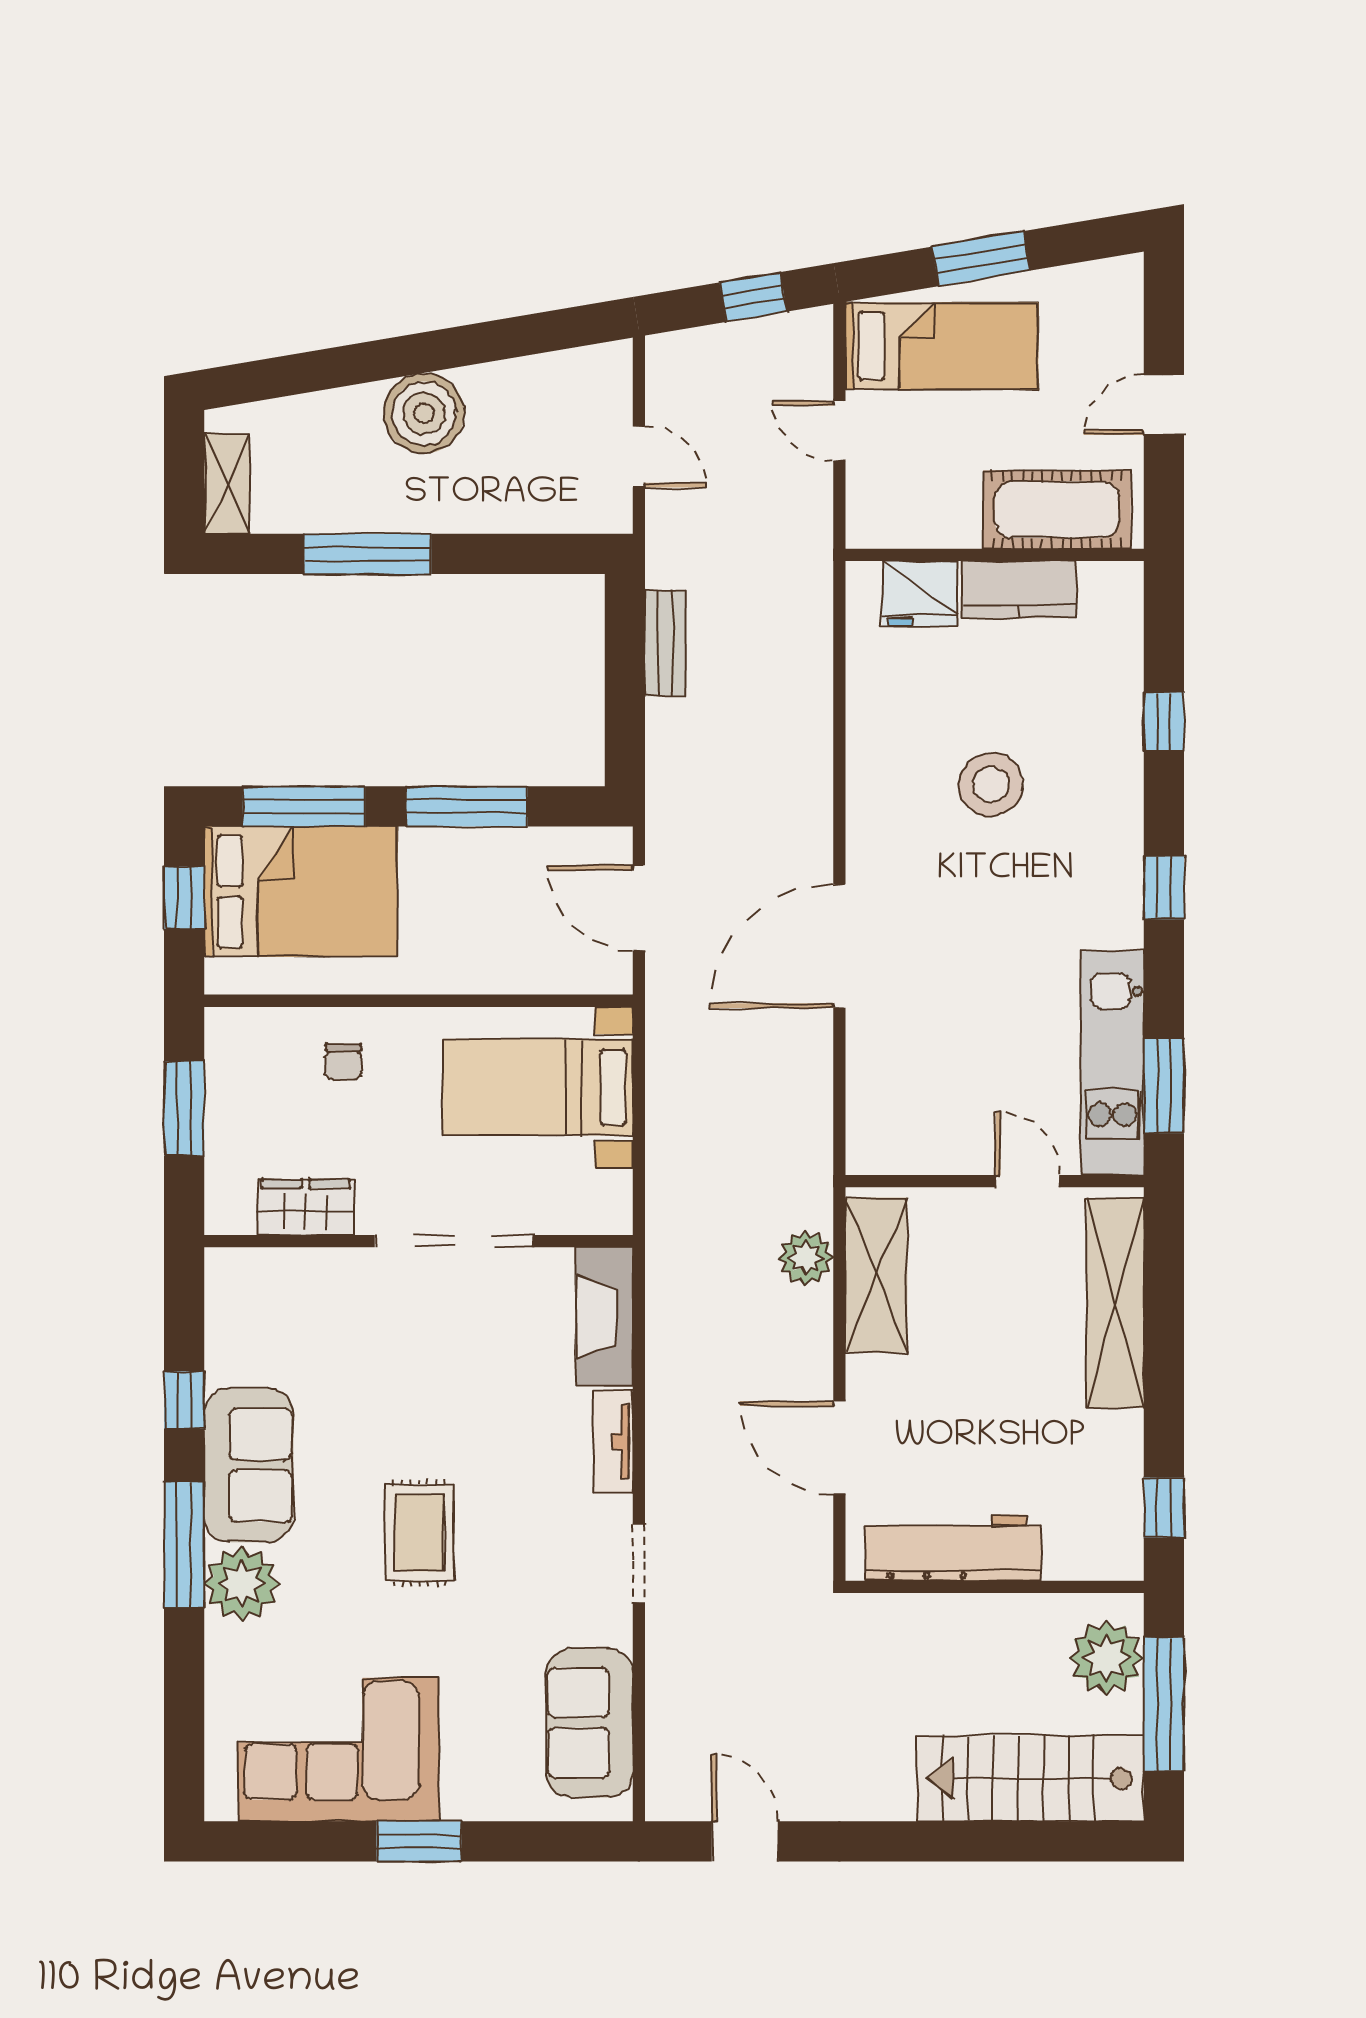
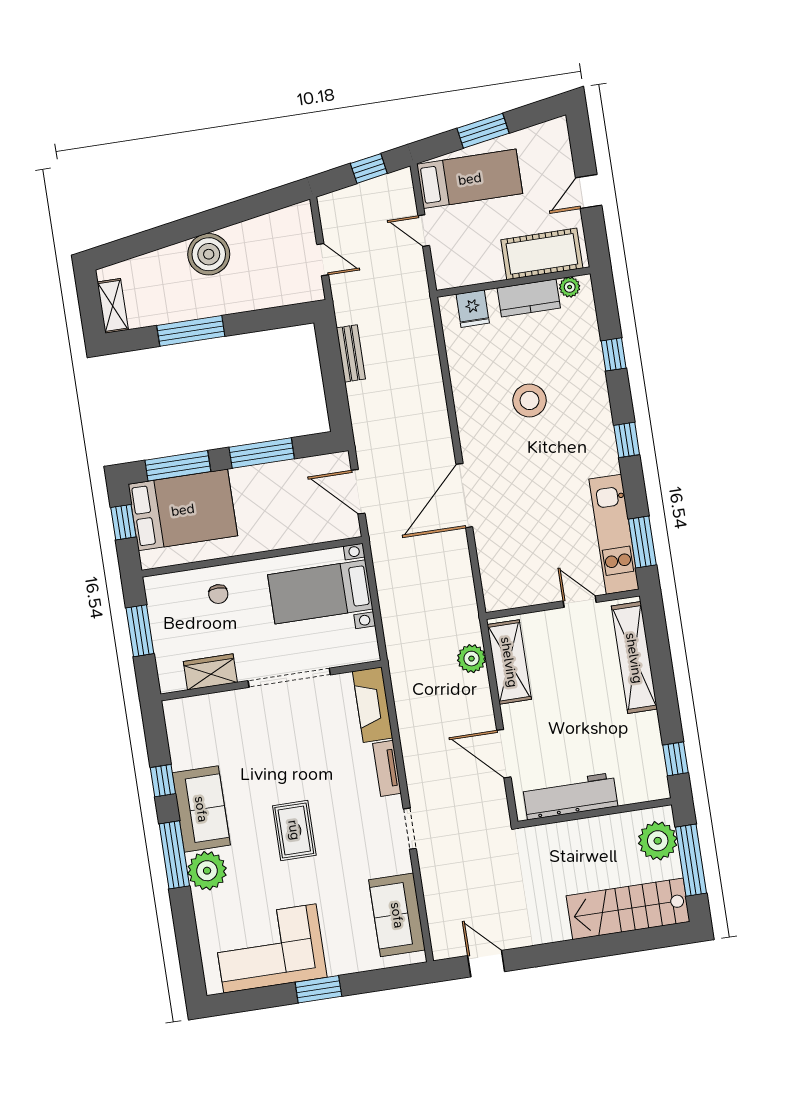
plant: (1100, 581) -> (570, 287), added
fridge: (920, 593) -> (473, 309), width x0.72

